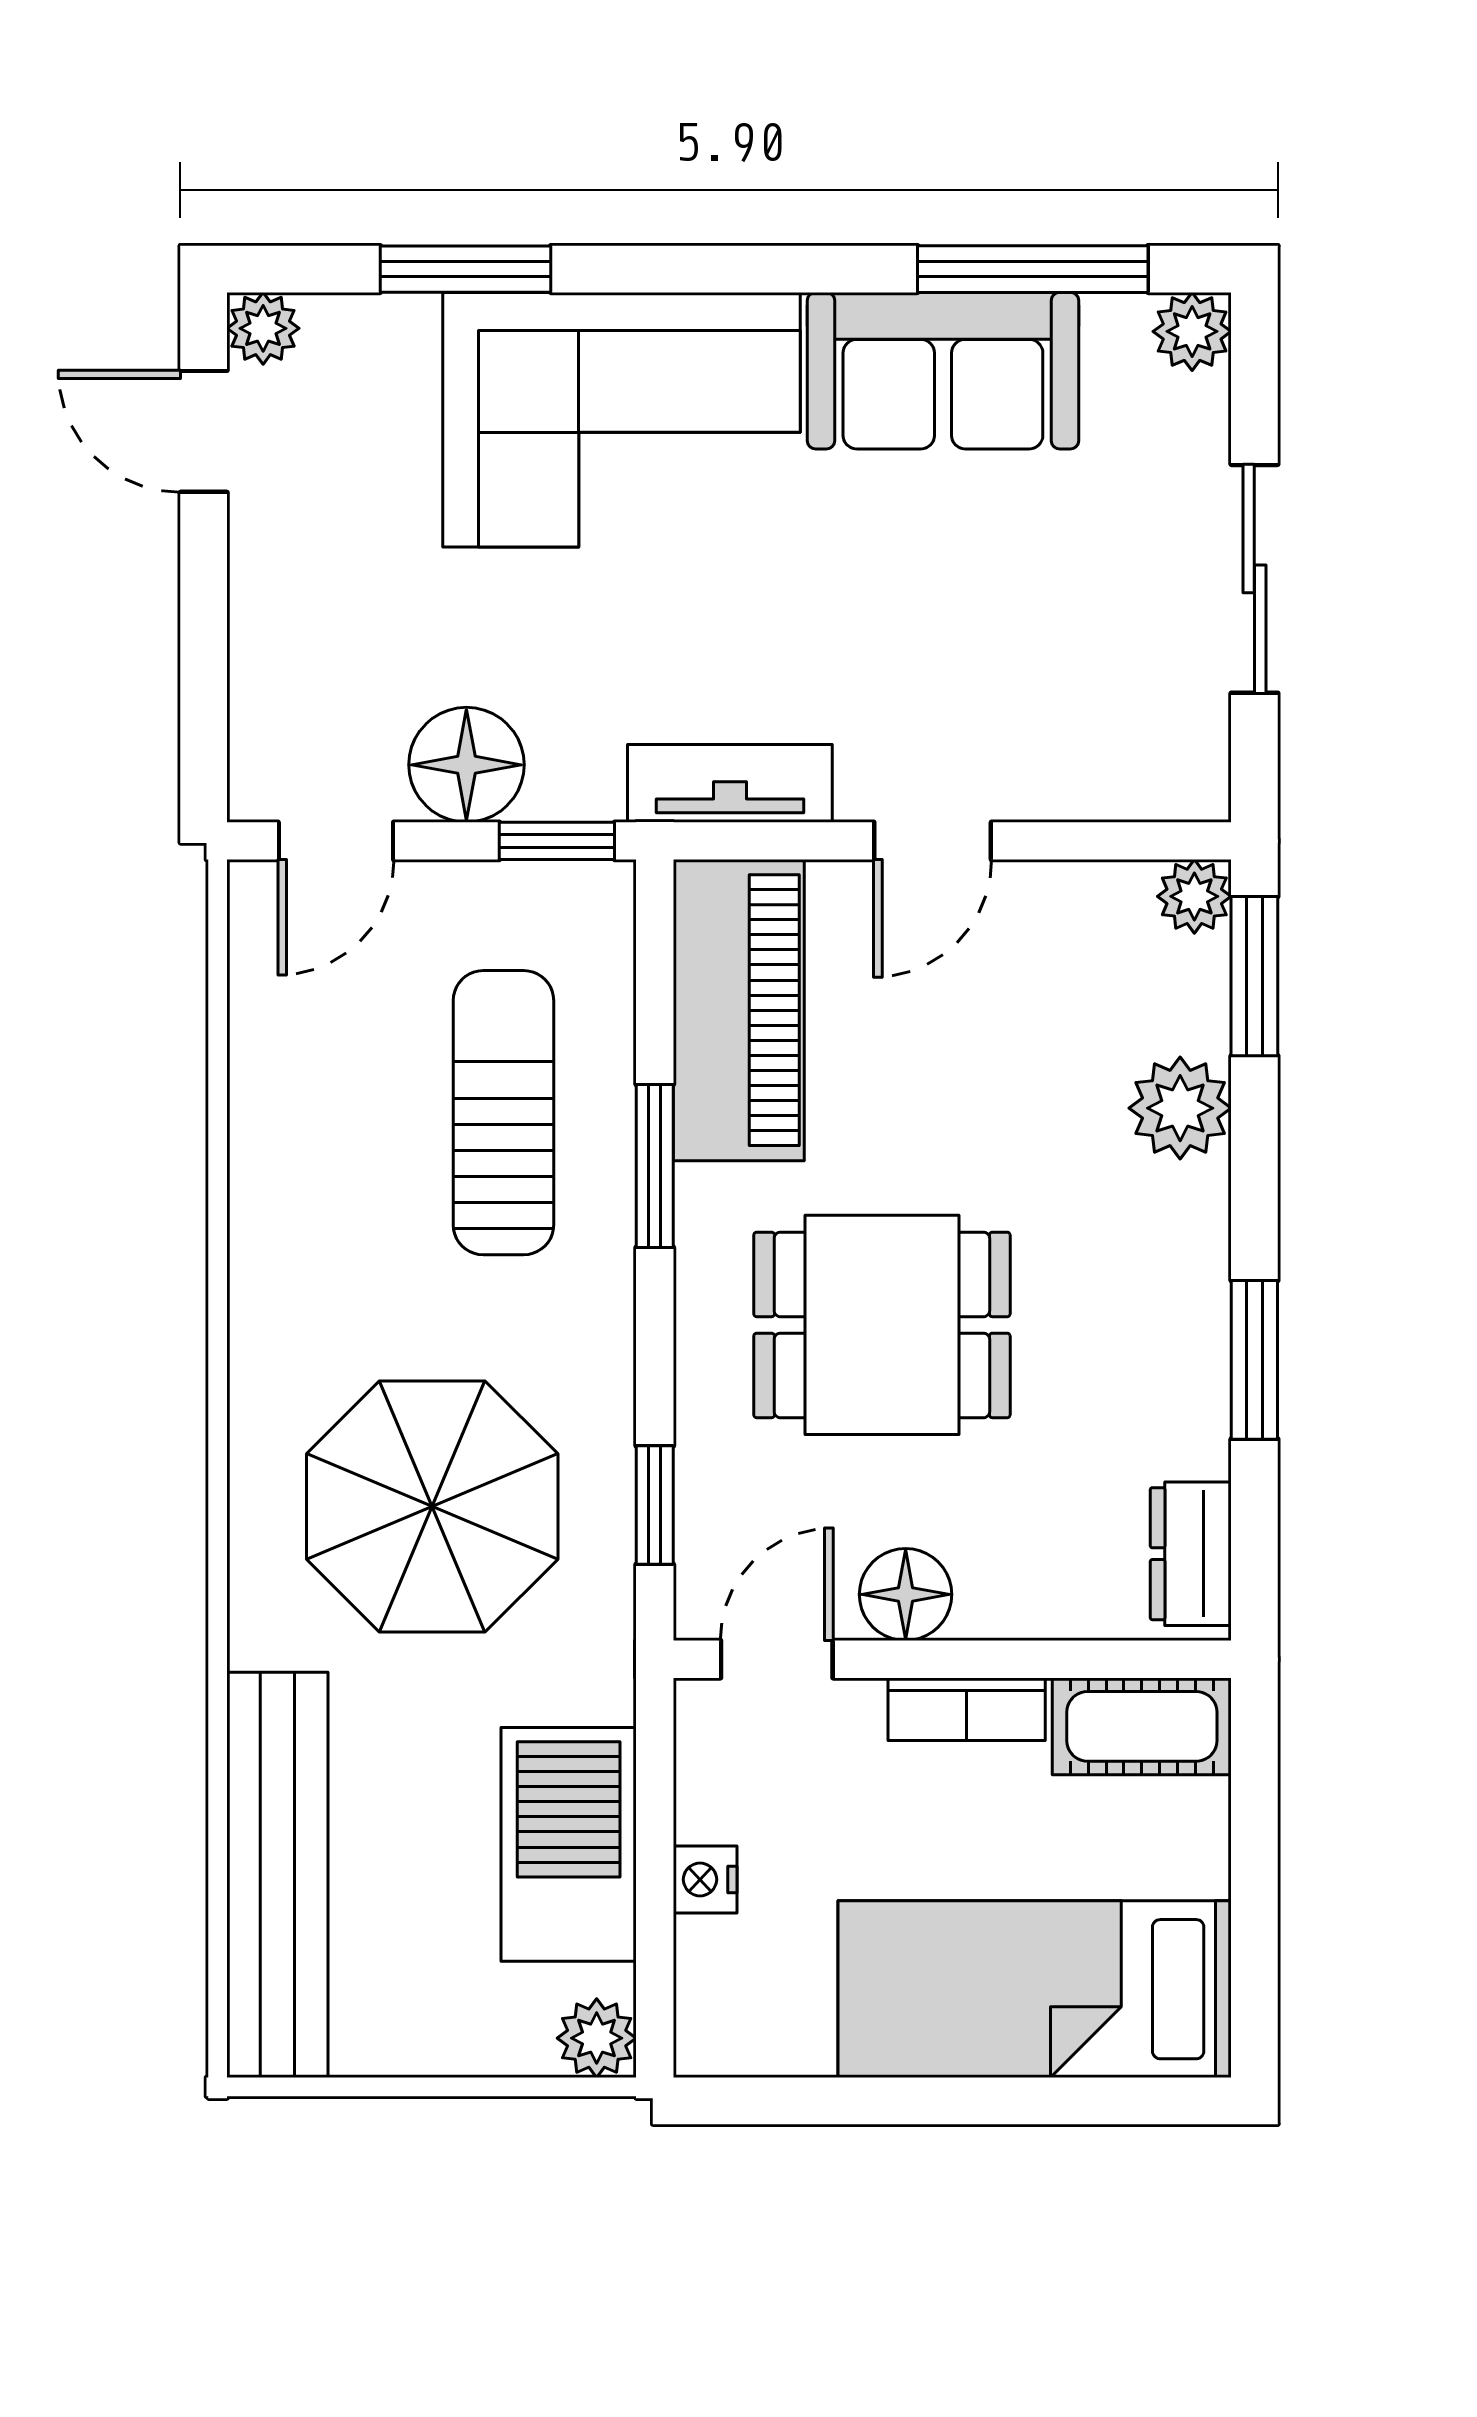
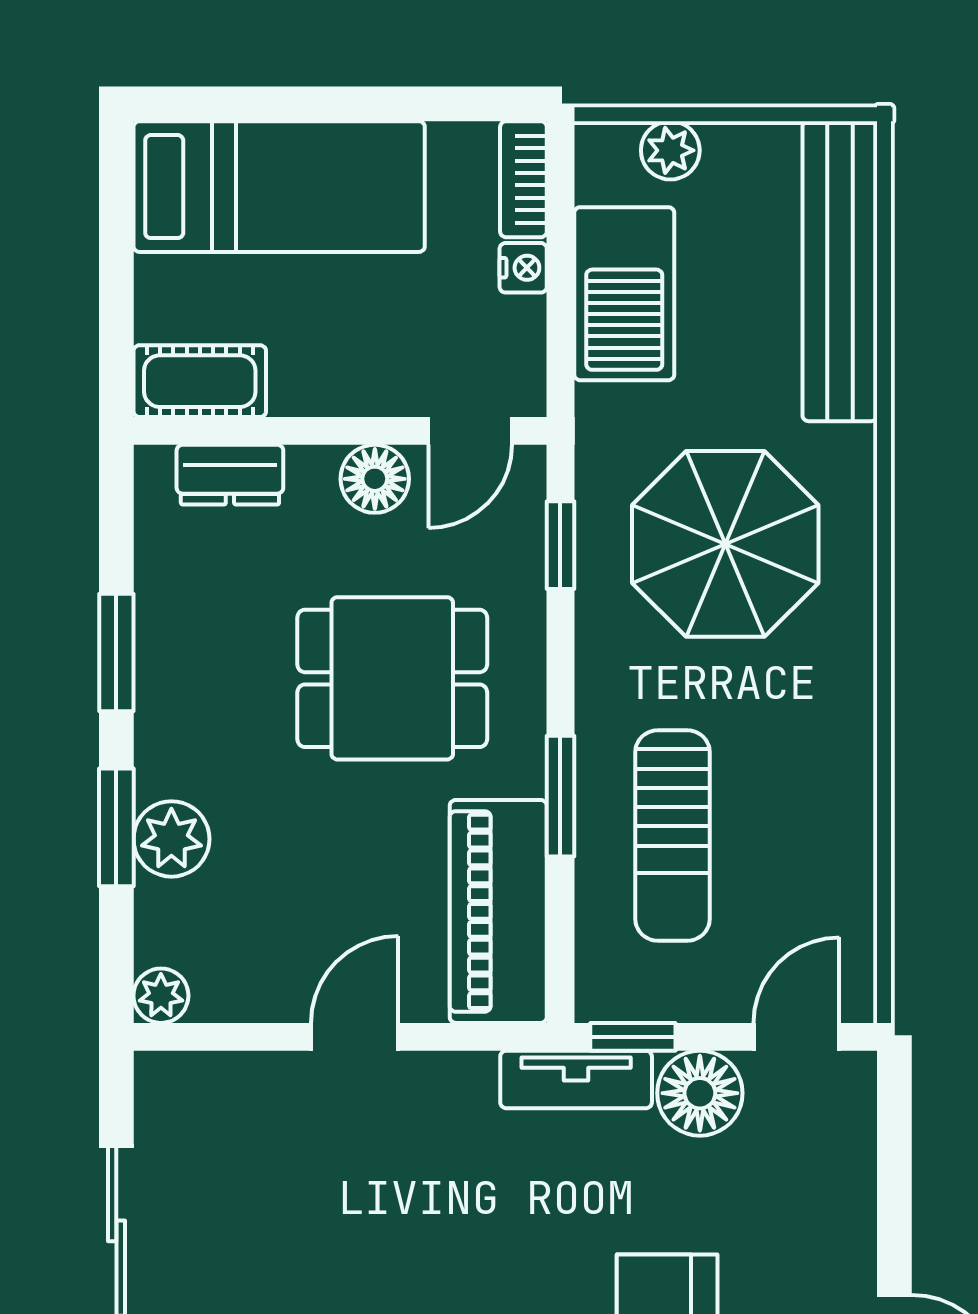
tv unit: (730, 783) -> (576, 1079), moved
window: (1254, 976) -> (116, 827), moved
dresser: (1191, 1554) -> (230, 475), moved, turned 90
bookcase: (967, 1709) -> (523, 179), moved, turned -90
plant: (597, 2038) -> (670, 150), moved

